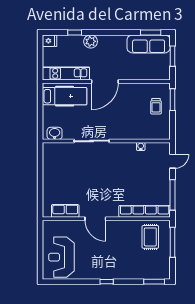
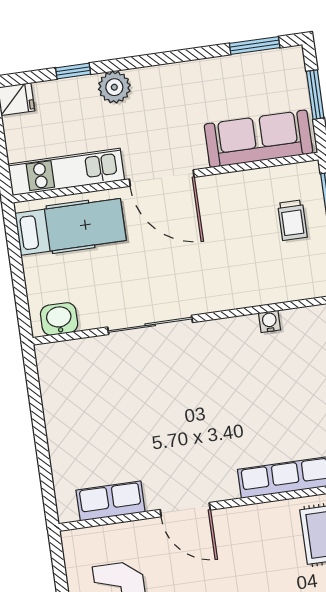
sofa: (149, 44) -> (258, 139), moved, turned 180
door: (105, 81) -> (162, 178), hinge flipped

